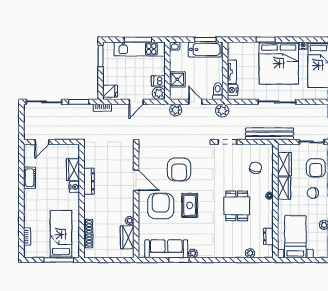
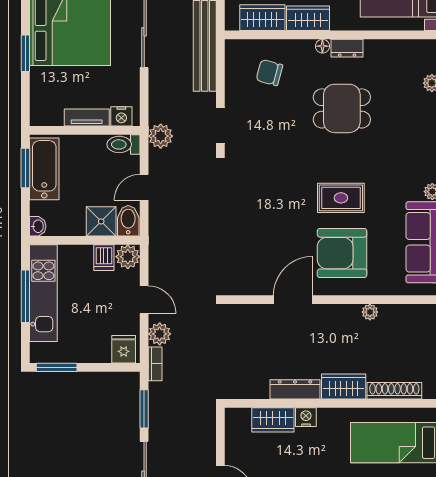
bidet: (178, 94) -> (128, 221), added
plant: (176, 110) -> (160, 334), moved
armchair: (179, 169) -> (273, 218), removed
dresser: (268, 236) -> (347, 48), moved
wardrobe: (127, 237) -> (344, 387), moved, turned 180

